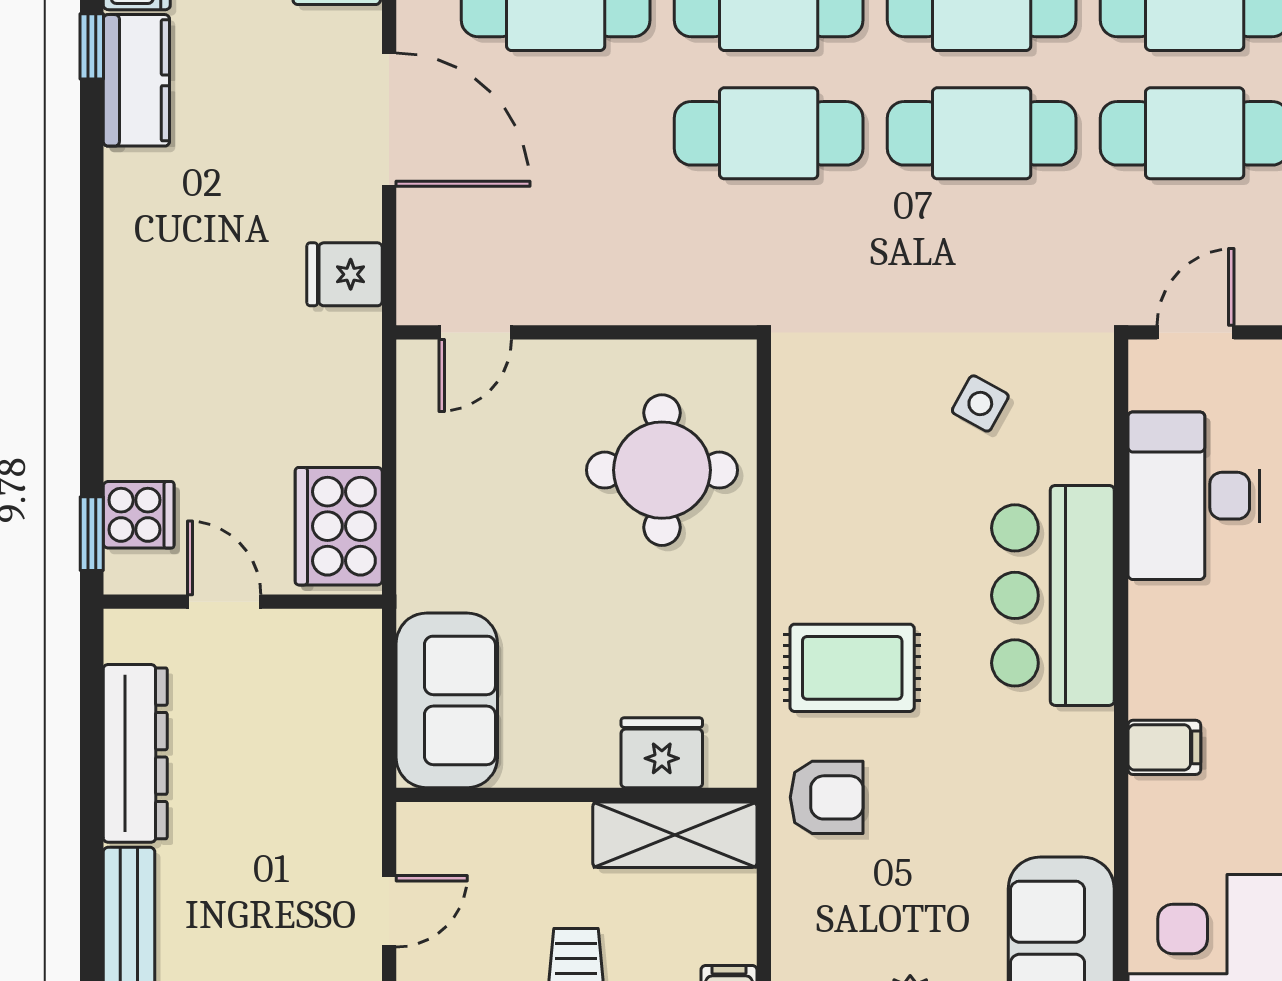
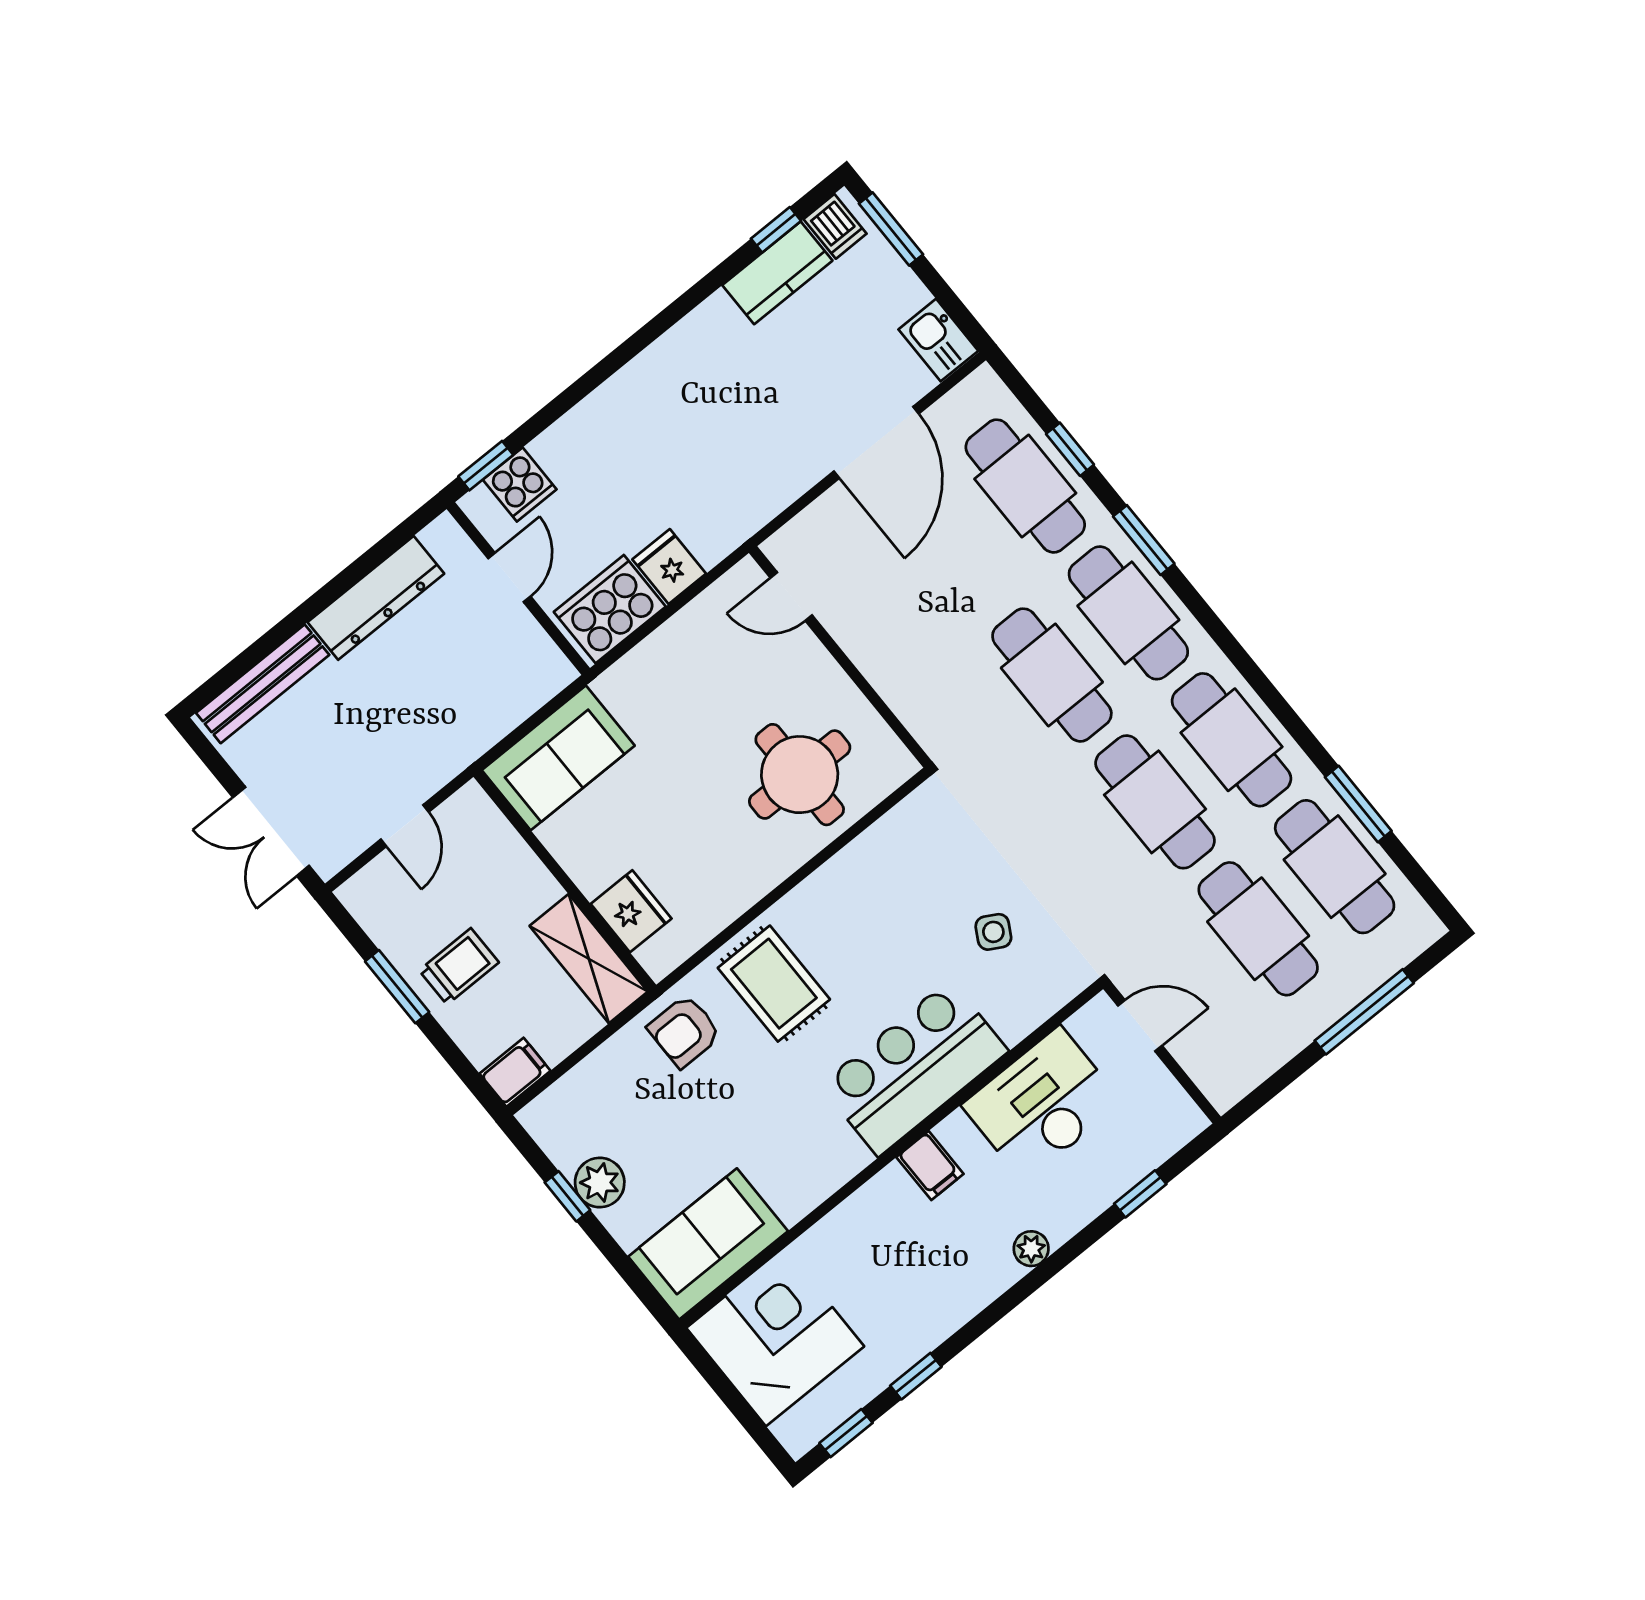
fridge: (345, 274) -> (669, 567), moved
filing cabinet: (1164, 747) -> (930, 1165), moved
armchair: (827, 797) -> (684, 1031), turned 90
door: (389, 911) -> (405, 826), hinge flipped

